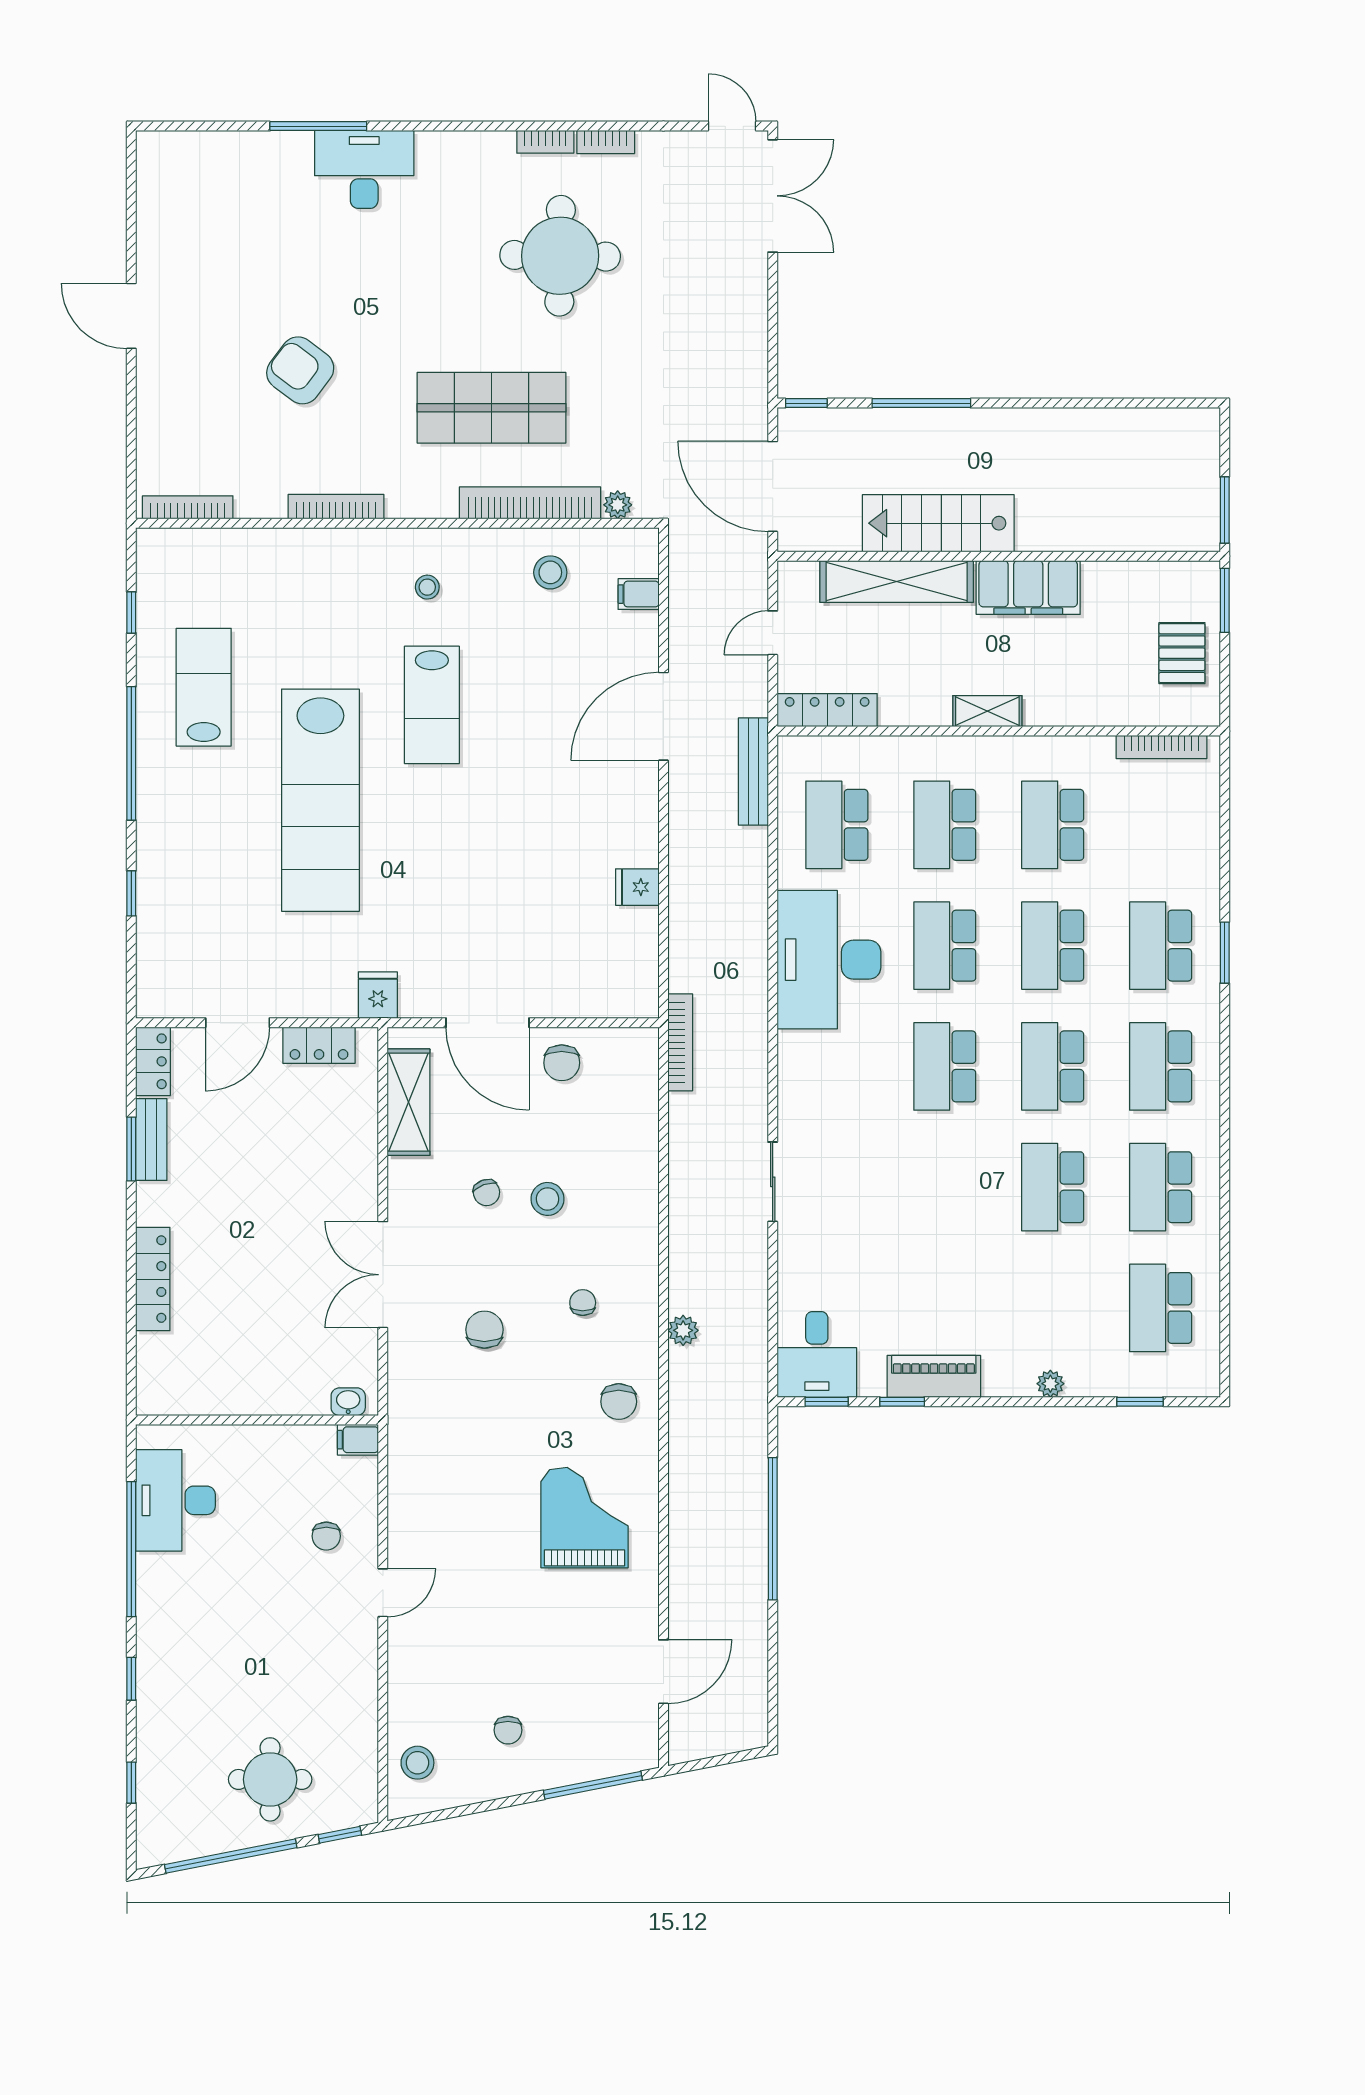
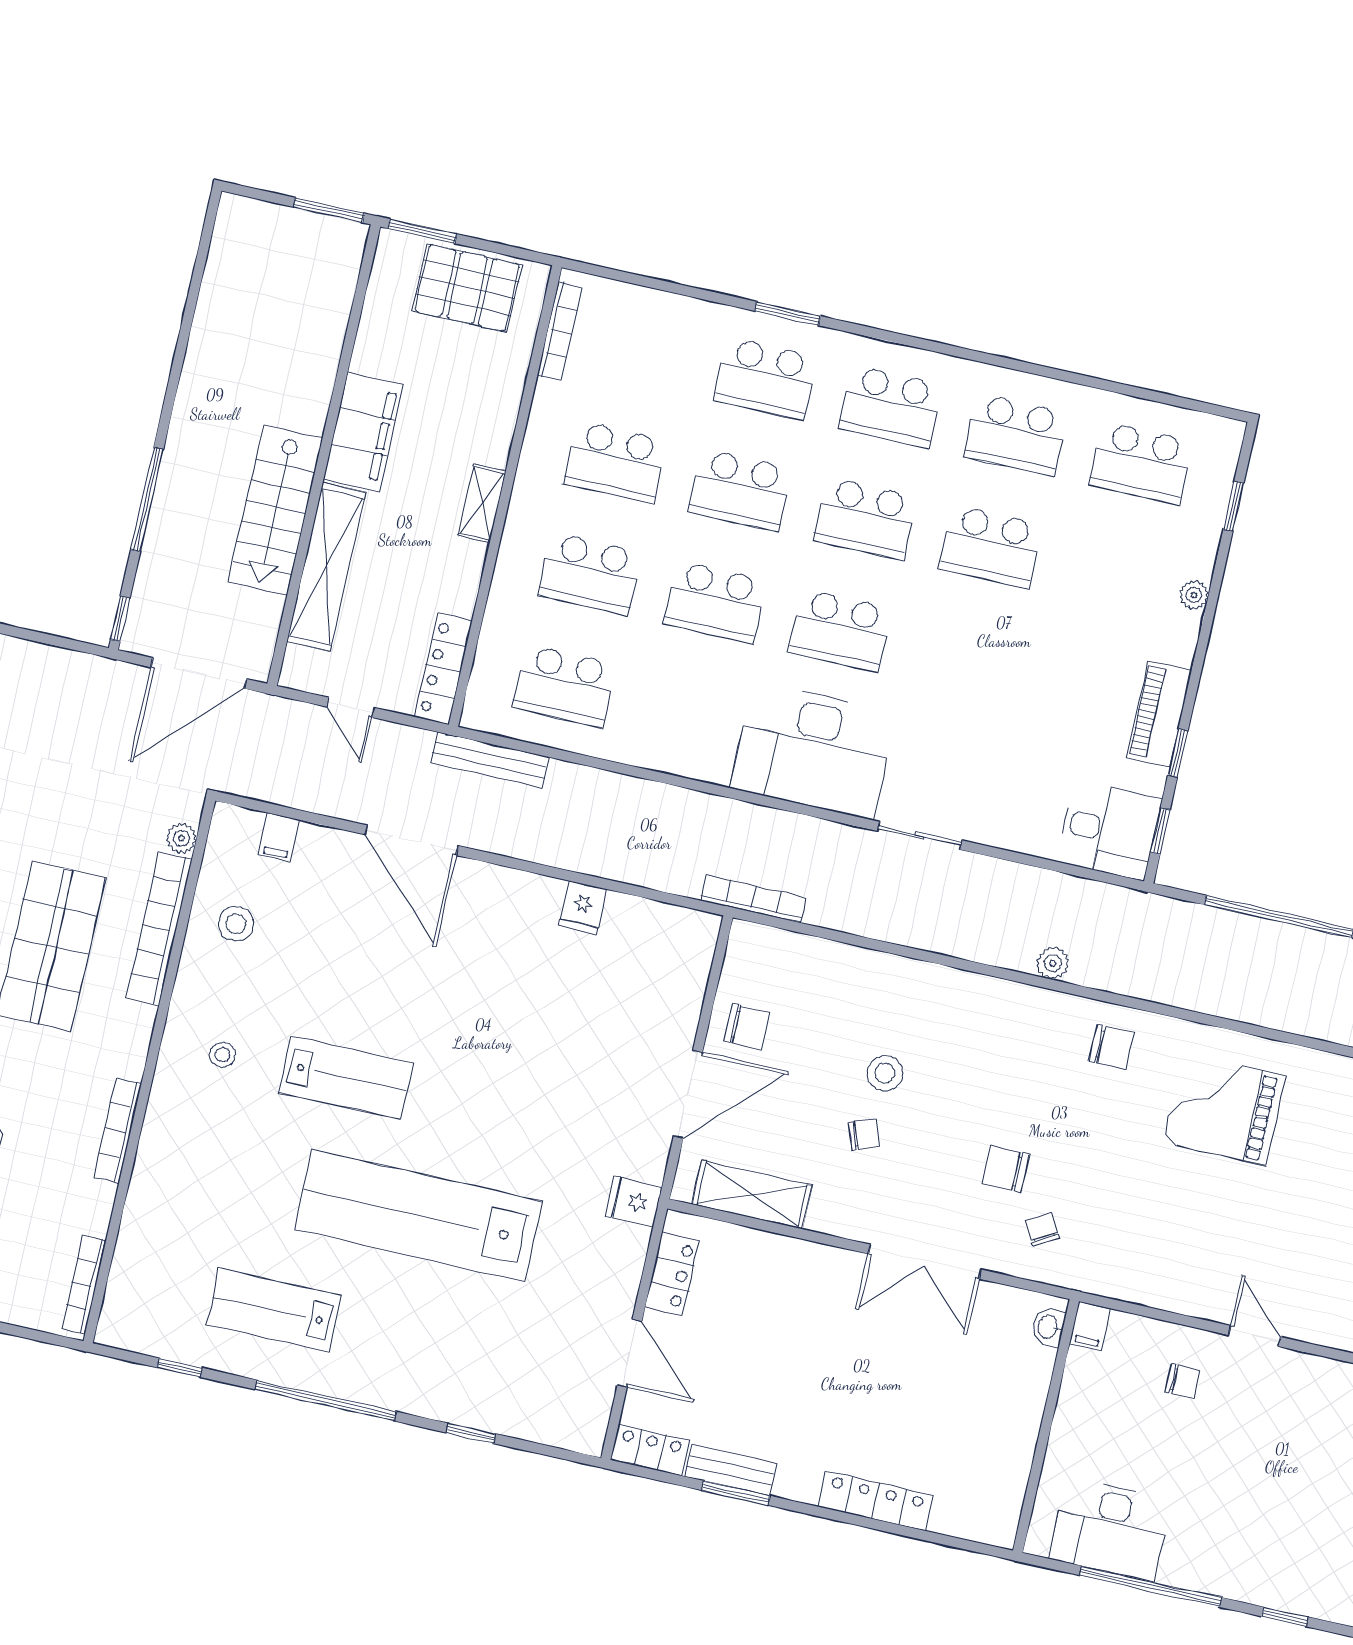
pallet: (1182, 653) -> (467, 288), width x1.50, depth x1.42
lab bench: (320, 800) -> (418, 1215), turned 180
desk: (829, 960) -> (813, 750), moved
chair: (583, 1303) -> (1042, 1229), moved, turned 61

